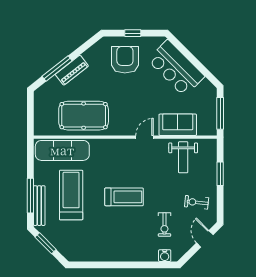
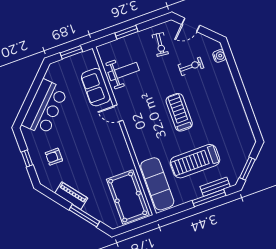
armchair: (125, 60) -> (54, 157), width x0.53, depth x0.53
piano: (72, 70) -> (71, 196), moved
window: (220, 113) -> (71, 52), width x0.69
pool table: (84, 116) -> (128, 197), moved
bench: (39, 206) -> (215, 187), width x0.73

